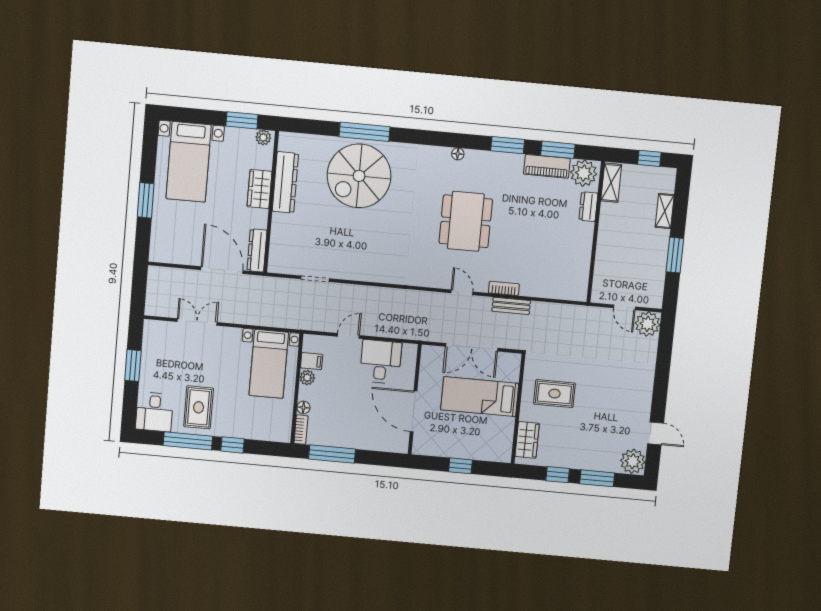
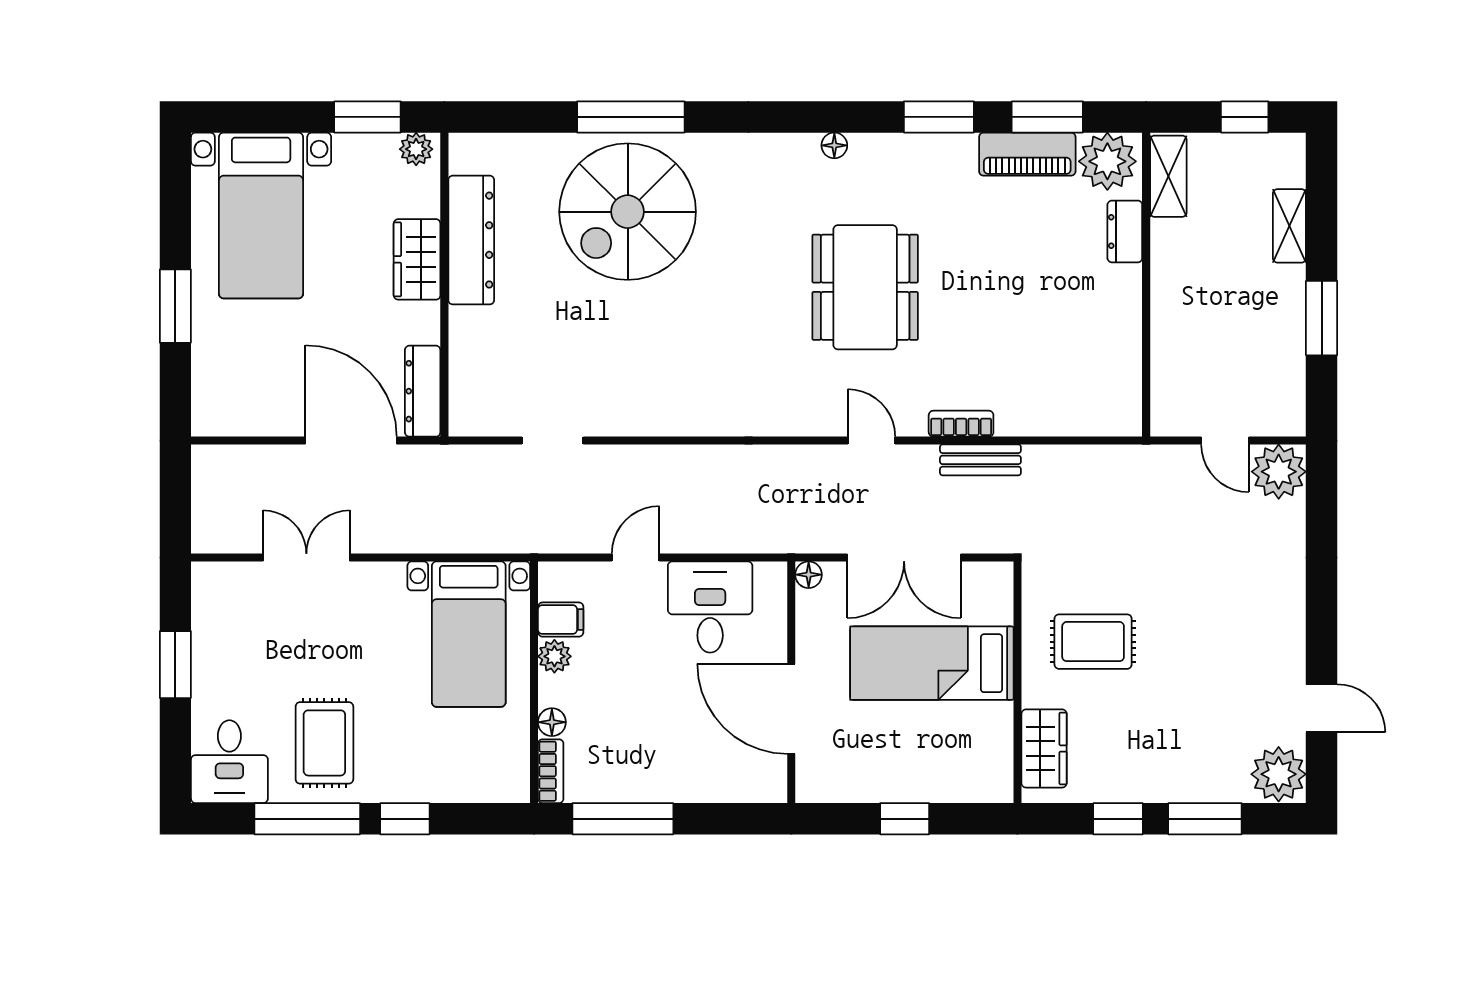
floor lamp: (427, 351) -> (809, 575), added

